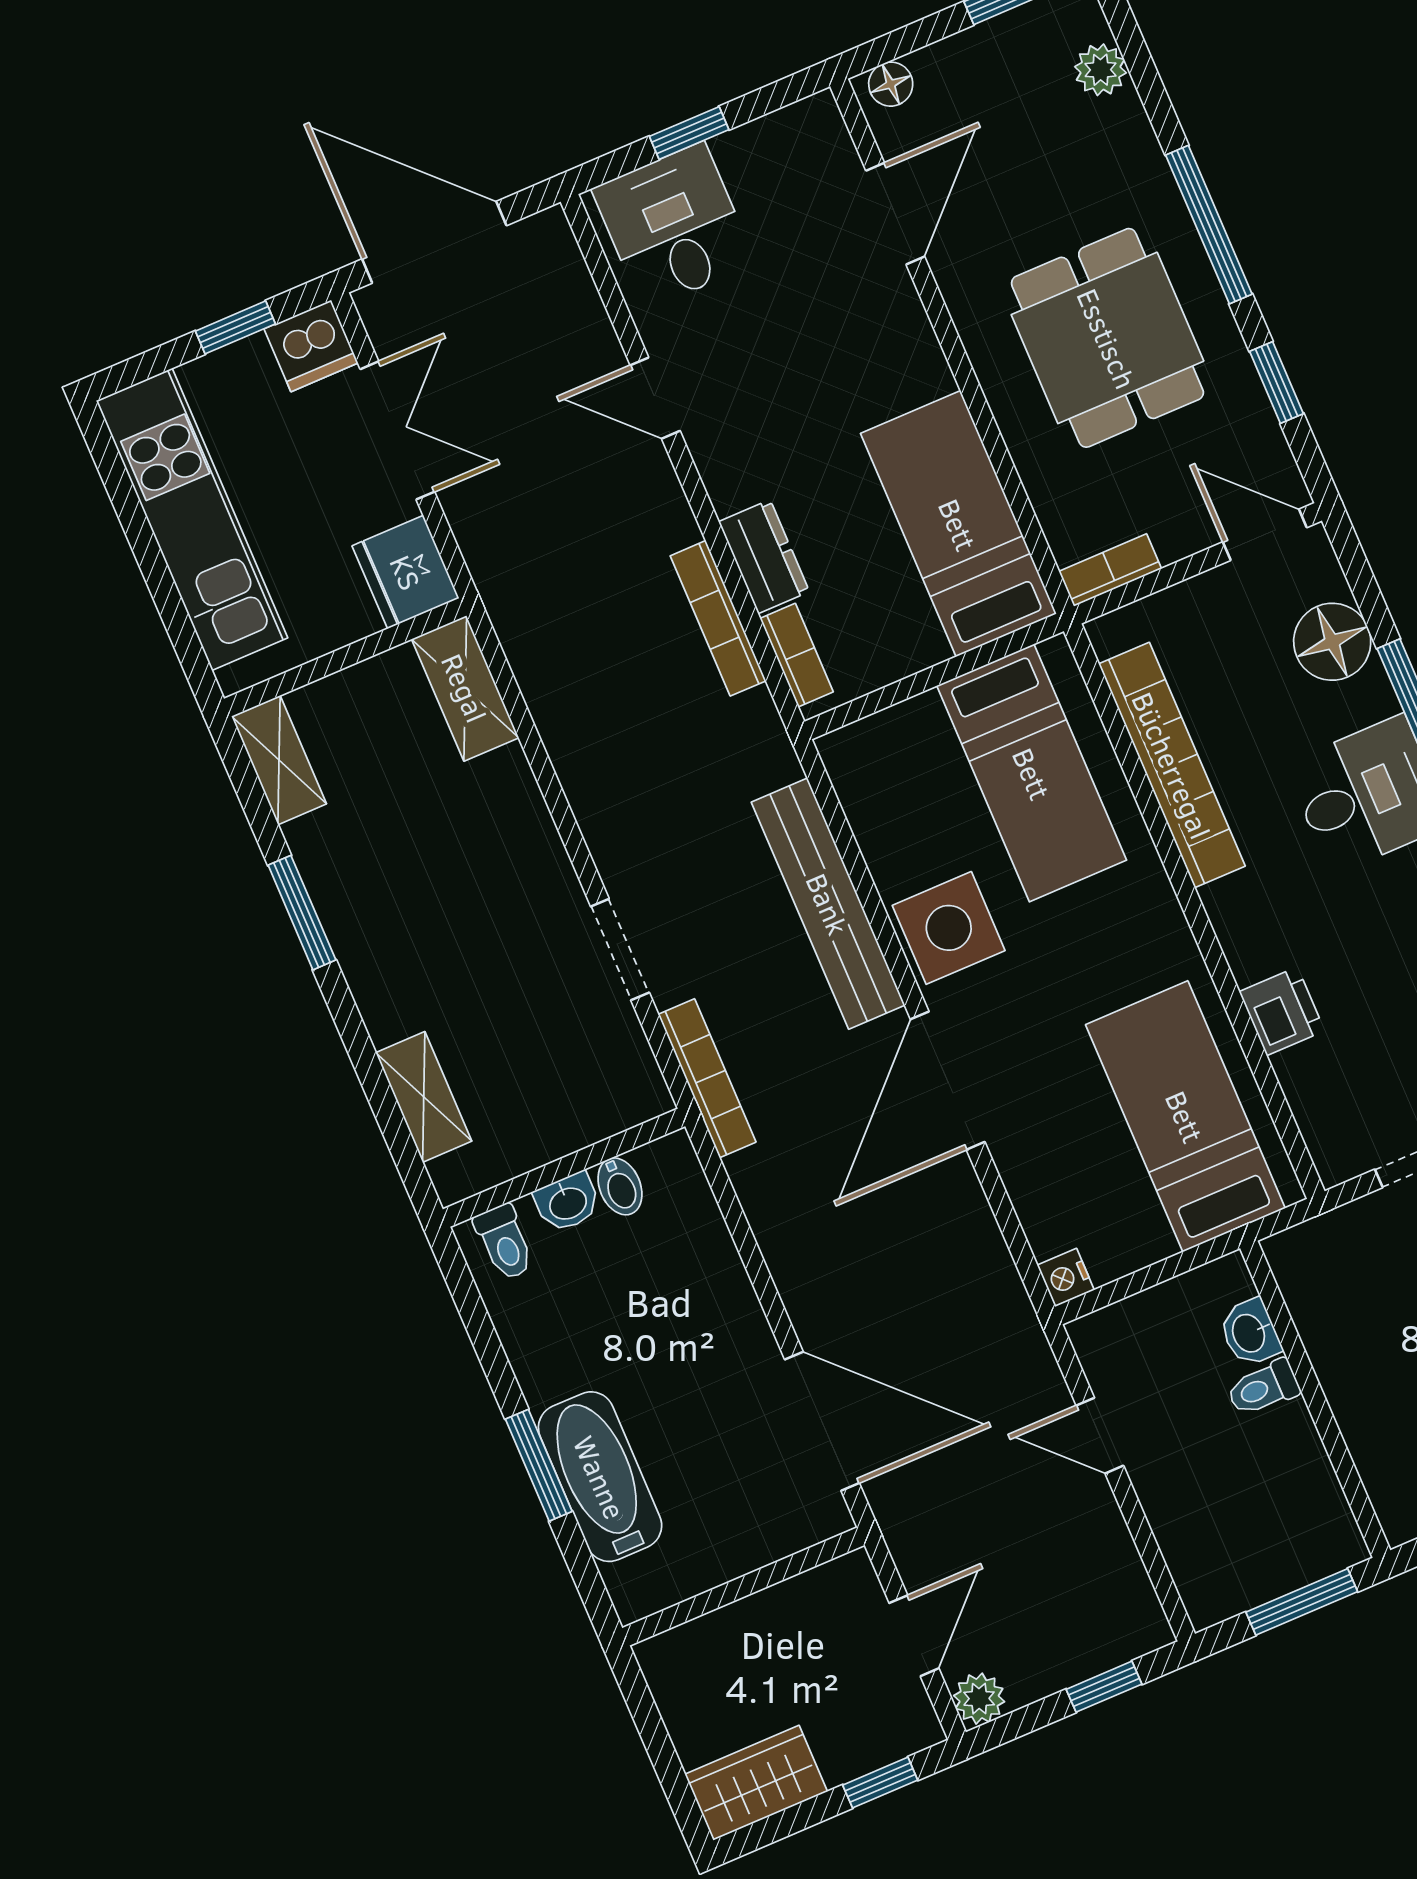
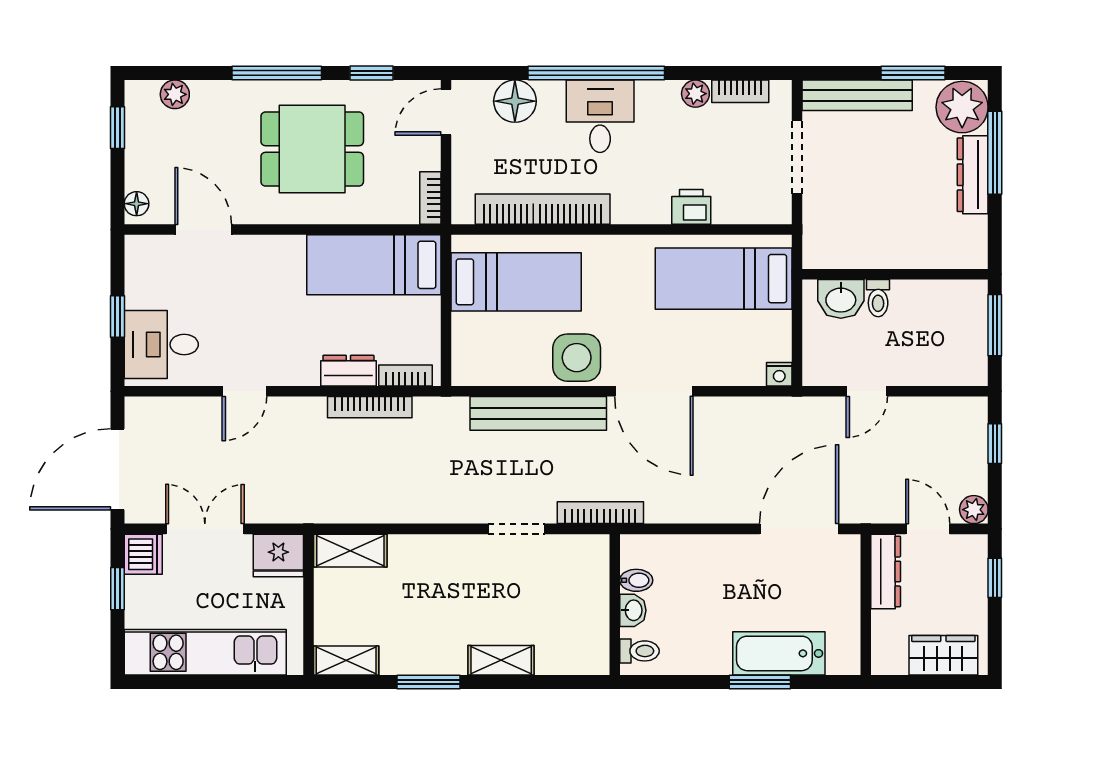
shelving: (424, 1097) -> (501, 660), moved
washbasin: (1250, 1333) -> (841, 299), width x1.38, depth x1.45
dresser: (813, 1596) -> (886, 572), added
wardrobe: (756, 1783) -> (943, 655), moved, turned 90

